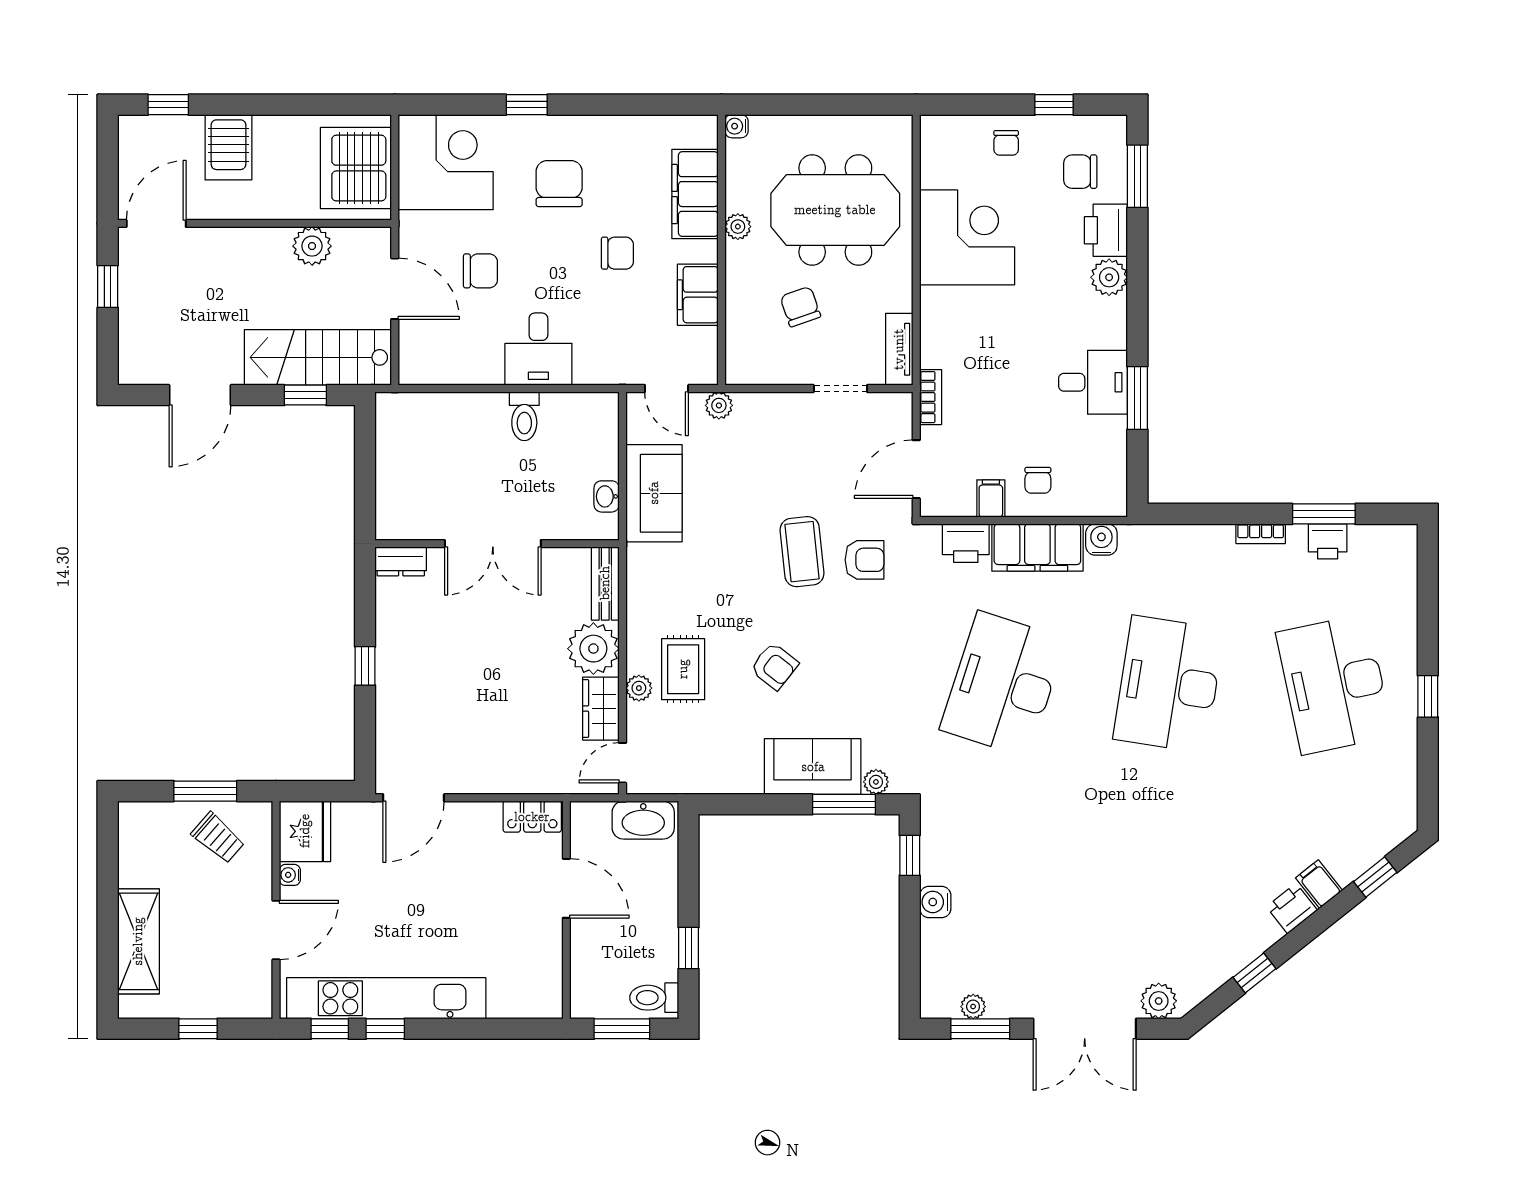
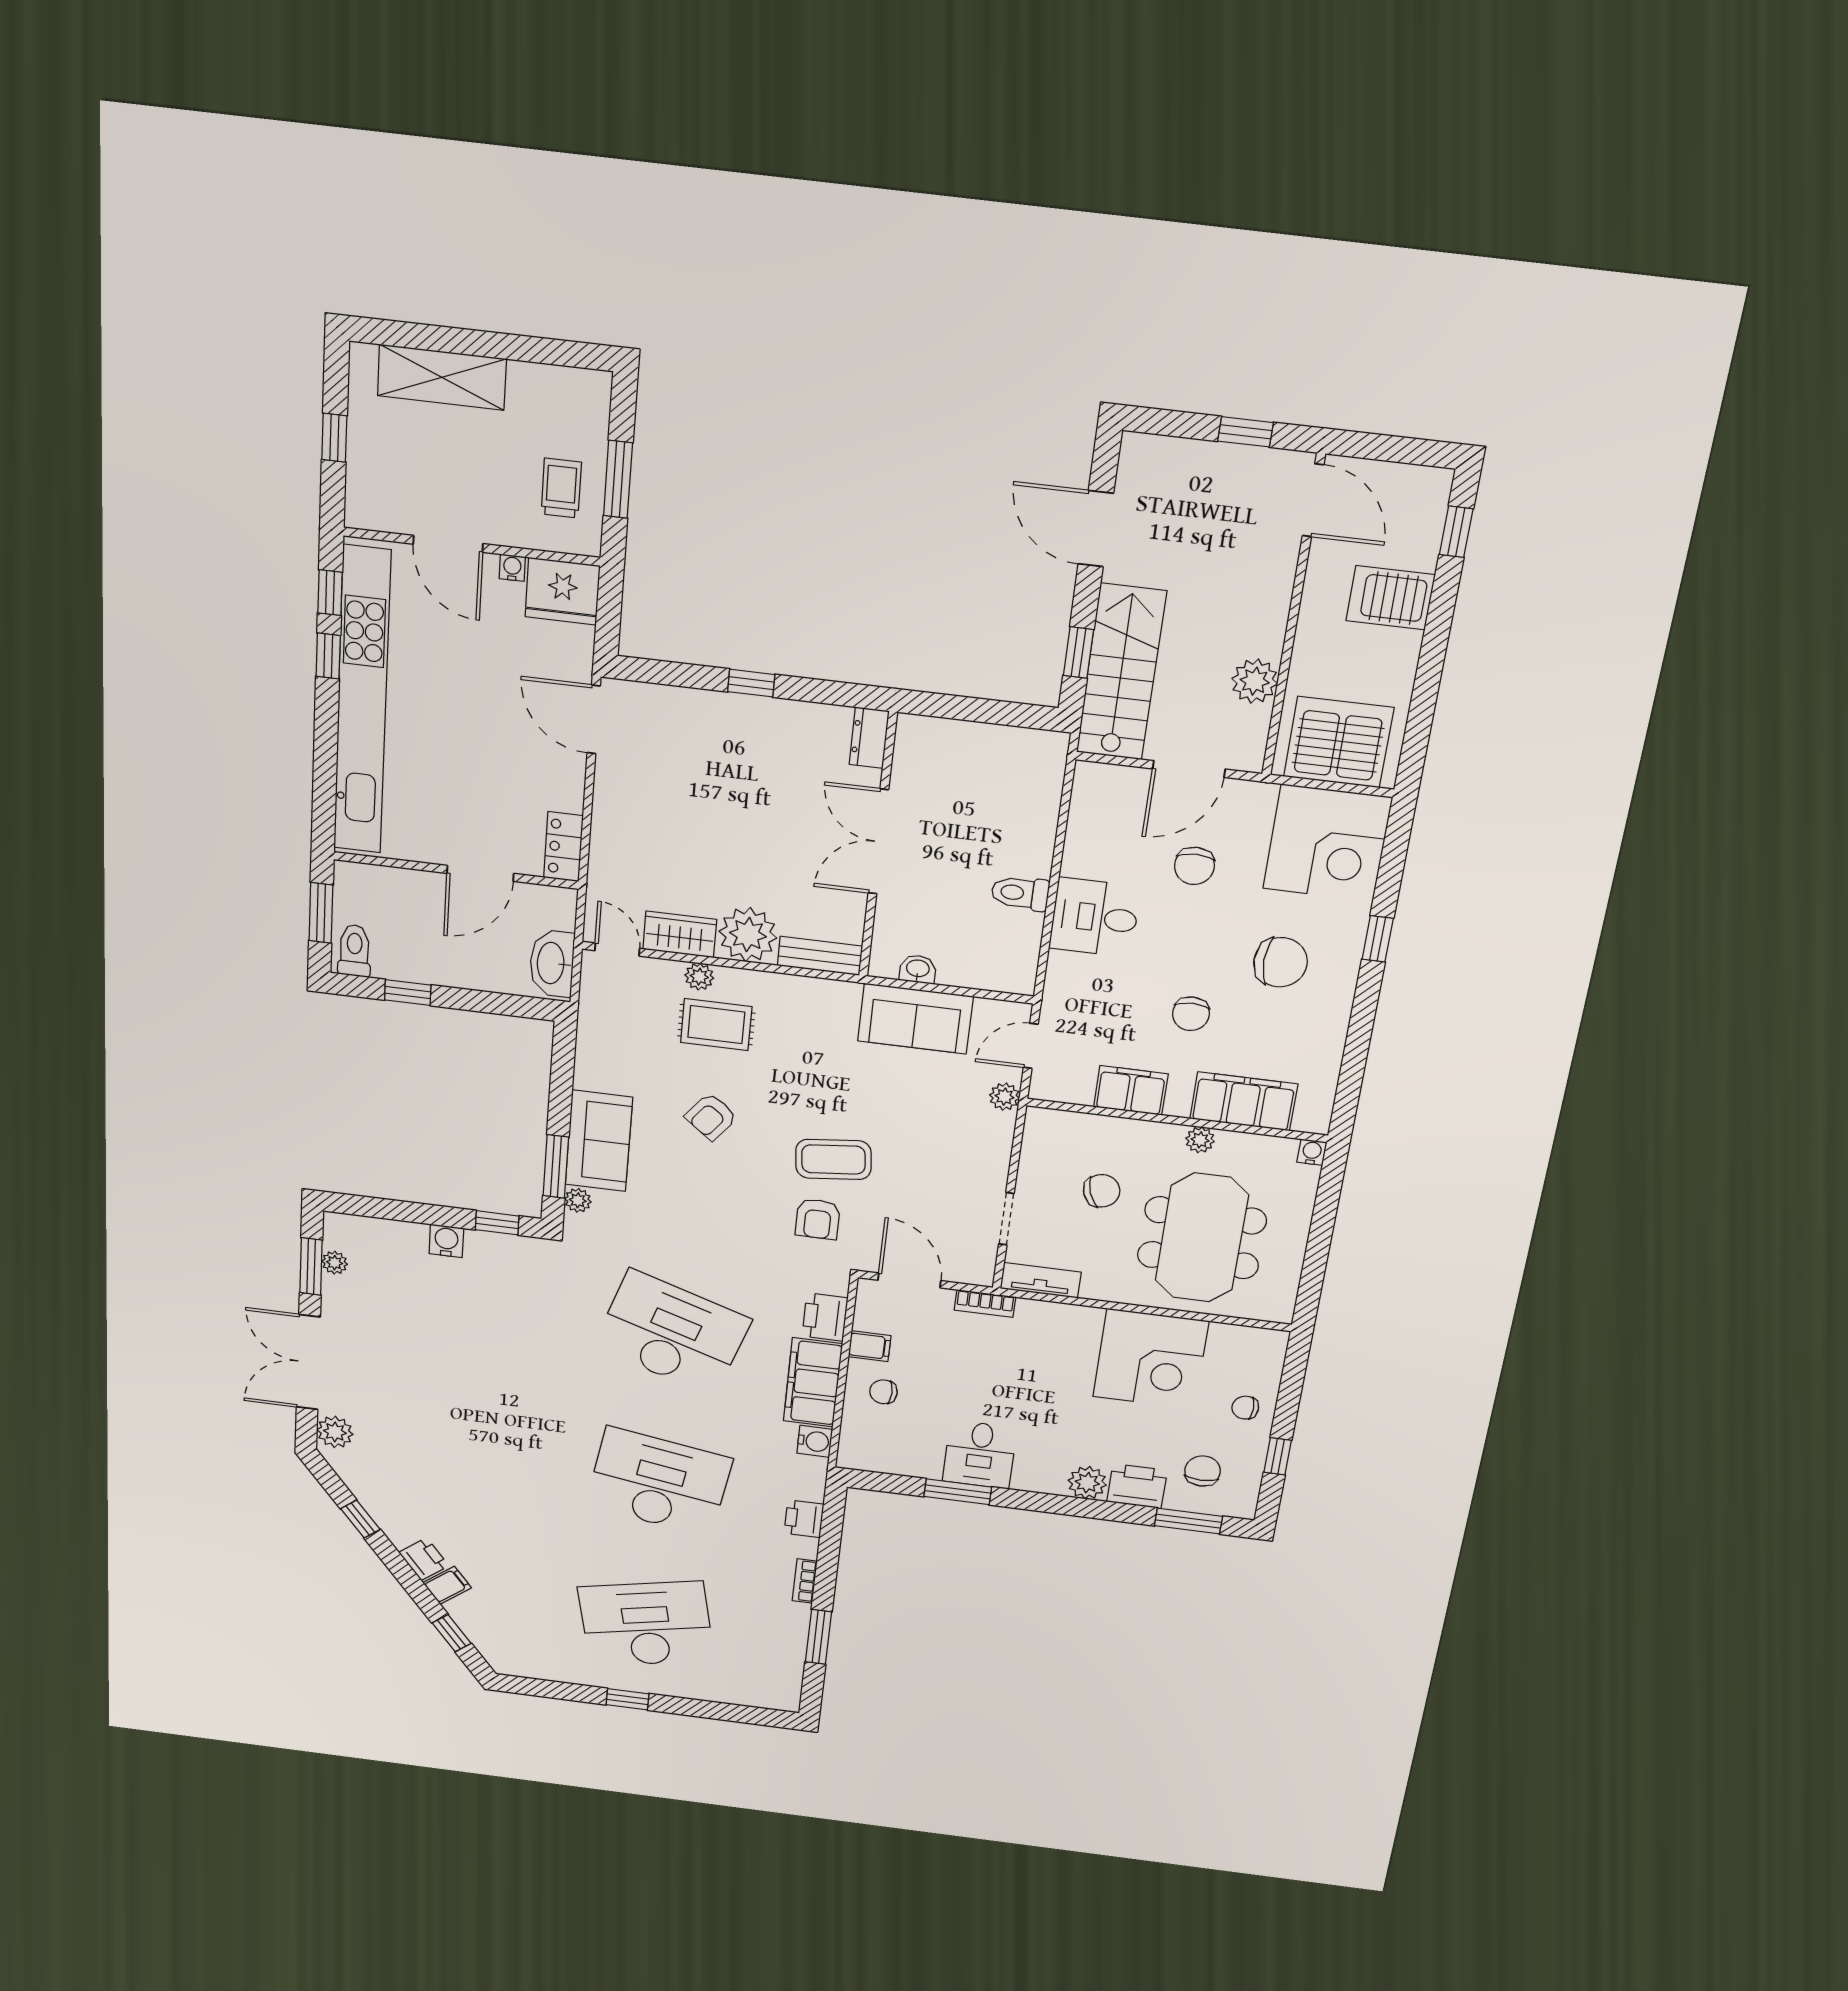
printer: (1328, 541) -> (804, 1519), moved
trolley: (218, 838) -> (561, 488), turned 139
kitchen unit: (386, 998) -> (362, 702), width x1.36

